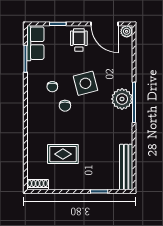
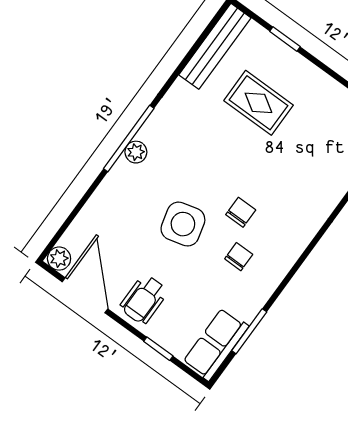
plant: (122, 99) -> (136, 152), width x0.53, depth x0.53
rug: (63, 154) -> (258, 103), moved

